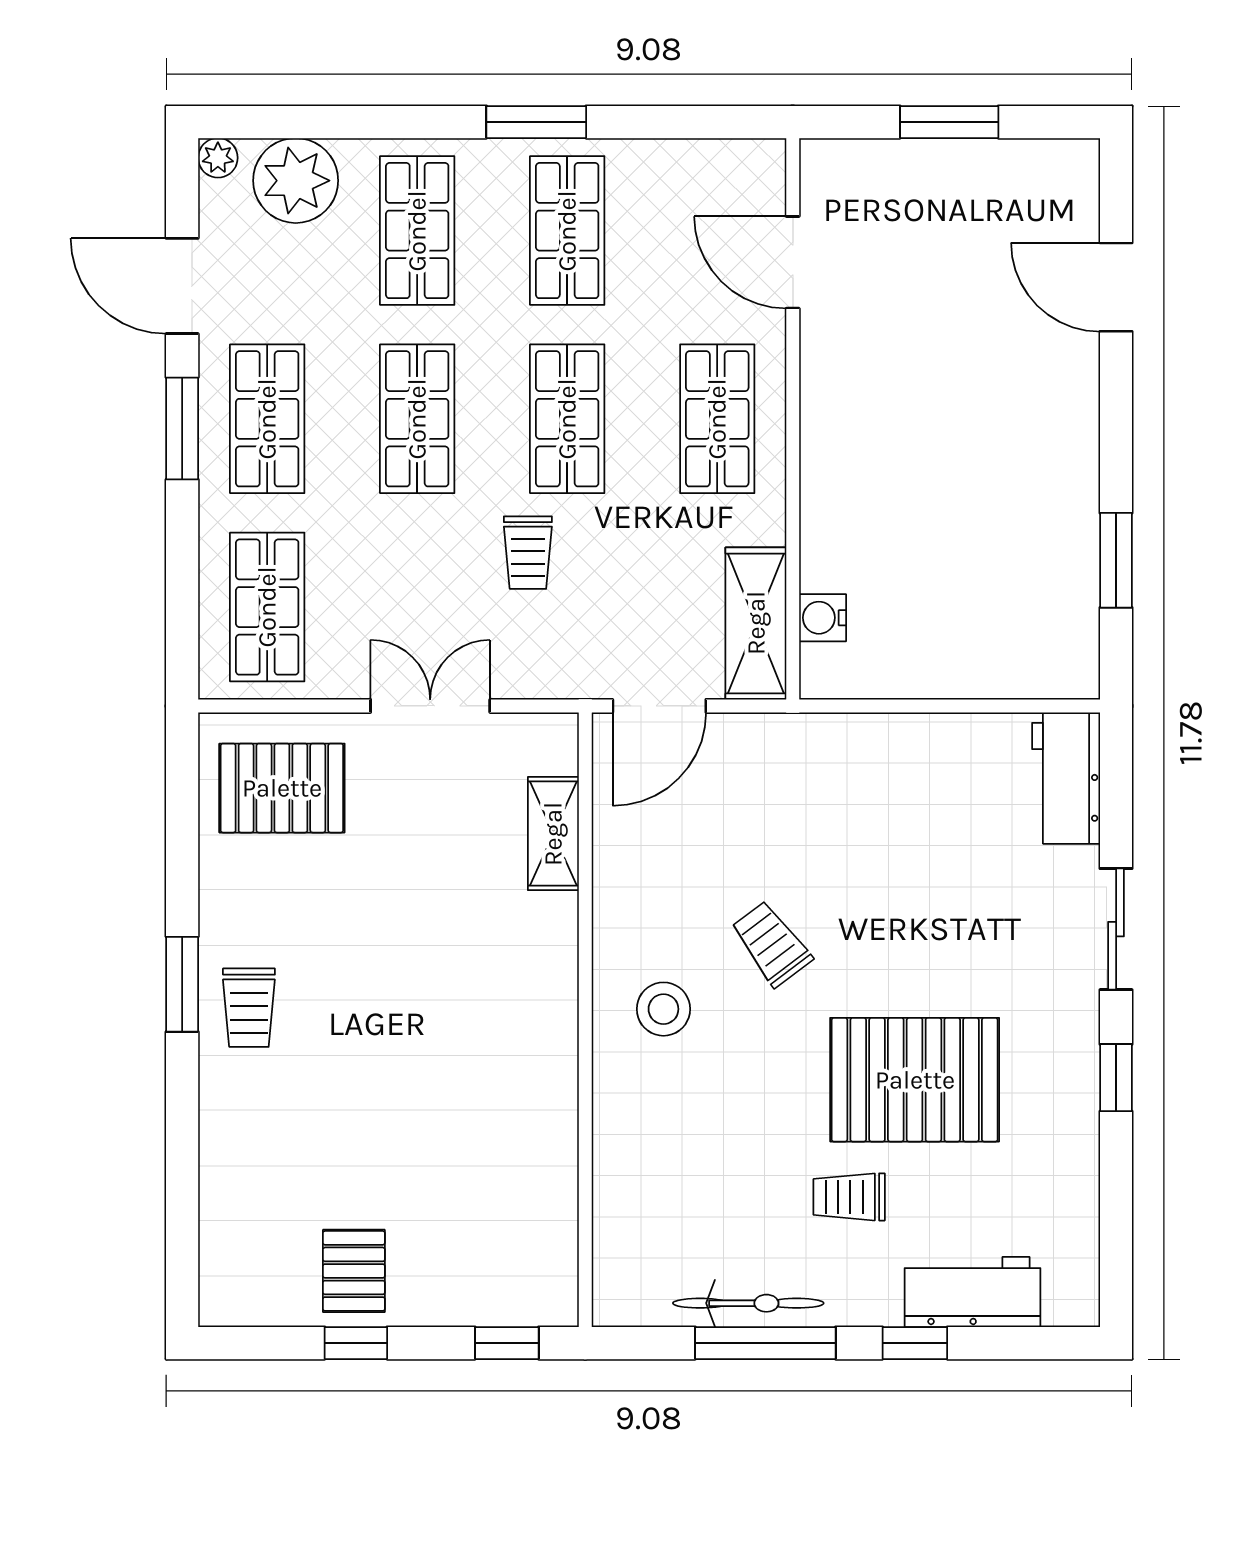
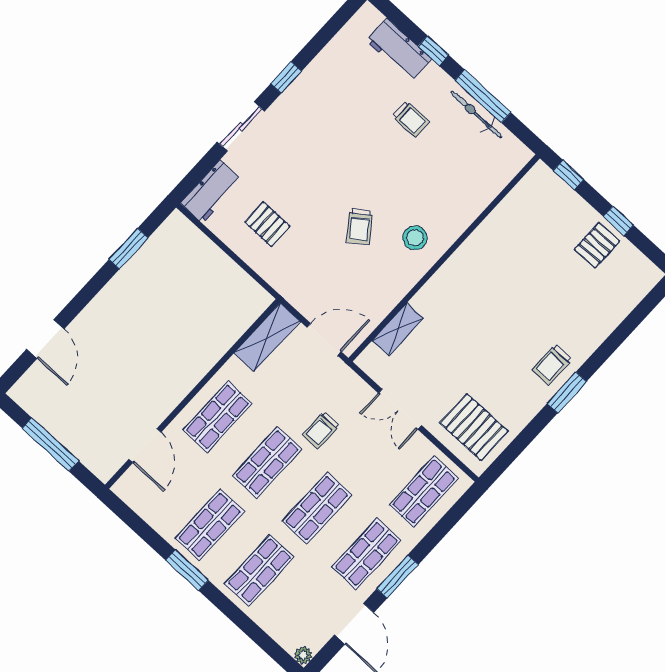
window: (949, 122) -> (50, 444), width x1.44
plant: (296, 181) -> (284, 624), removed
trolley: (528, 553) -> (321, 430), turned 180
water cooler: (823, 618) -> (243, 319), removed
trolley: (249, 1008) -> (552, 364), turned 180
pallet: (915, 1080) -> (267, 224), moved, width x0.49, depth x0.50

